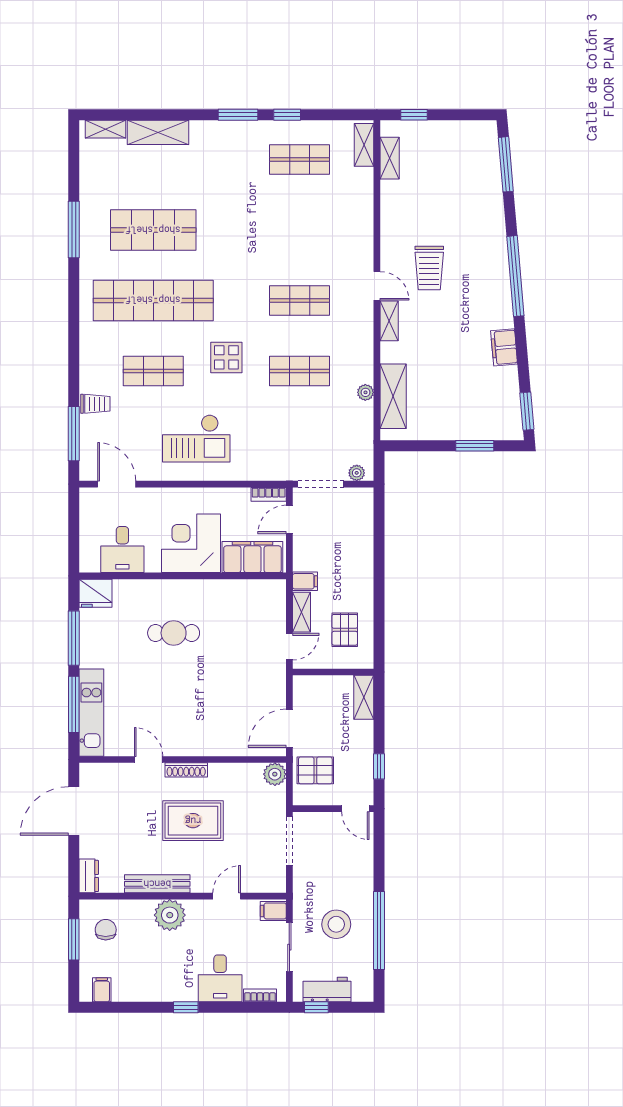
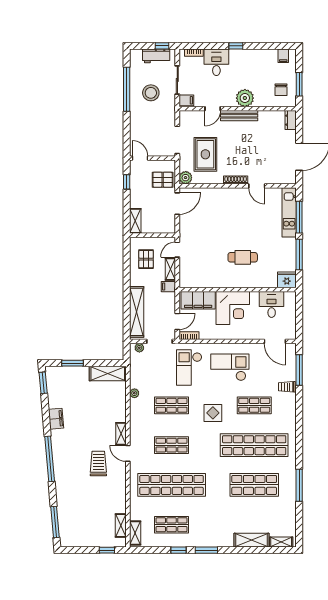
shop shelf: (300, 230) -> (172, 485), added
shelving: (393, 396) -> (108, 373), moved, turned 90
checkout: (268, 438) -> (189, 368), added
shelving: (361, 536) -> (137, 312), added
rug: (193, 821) -> (205, 154), moved, turned 90
bench: (157, 884) -> (239, 116), moved

